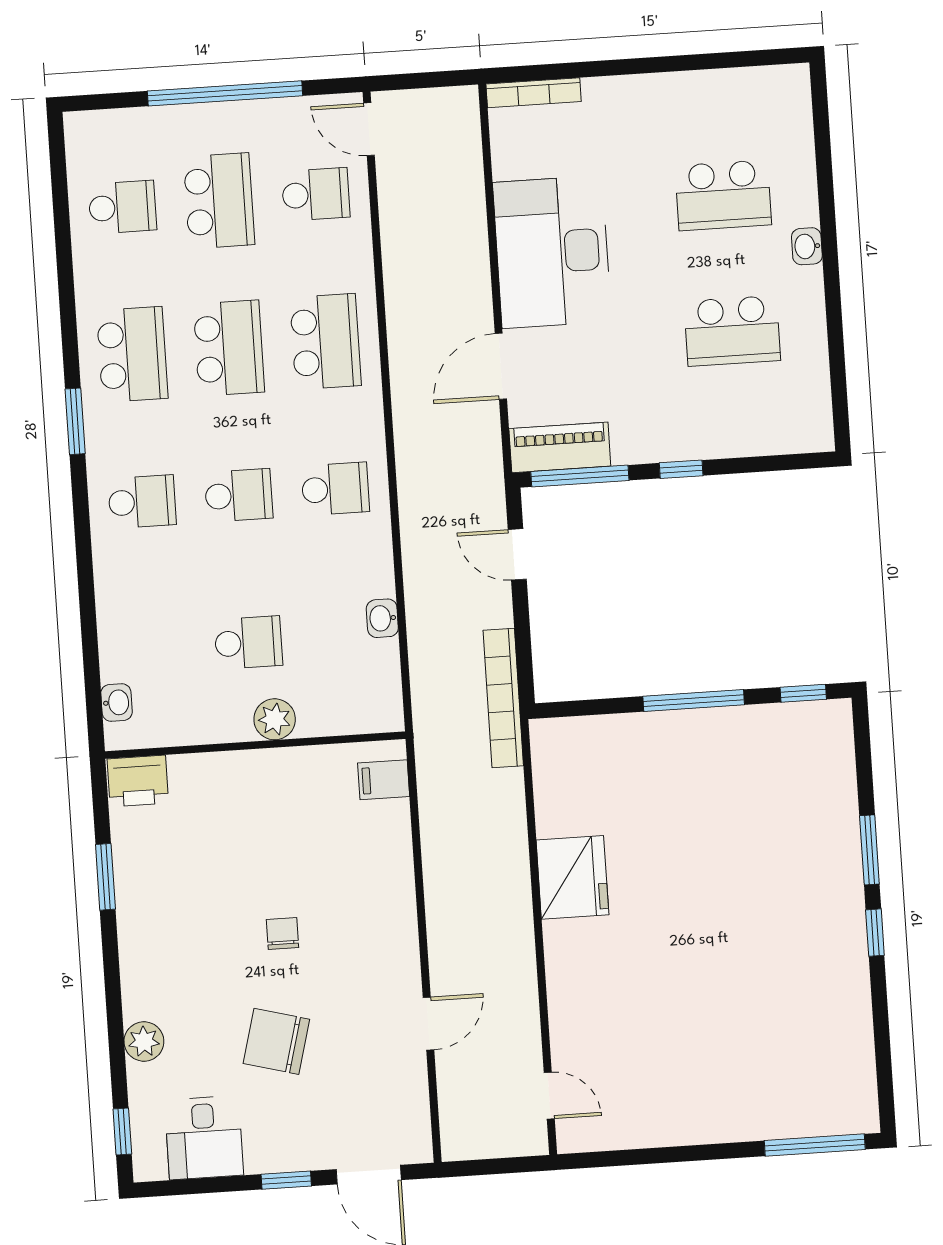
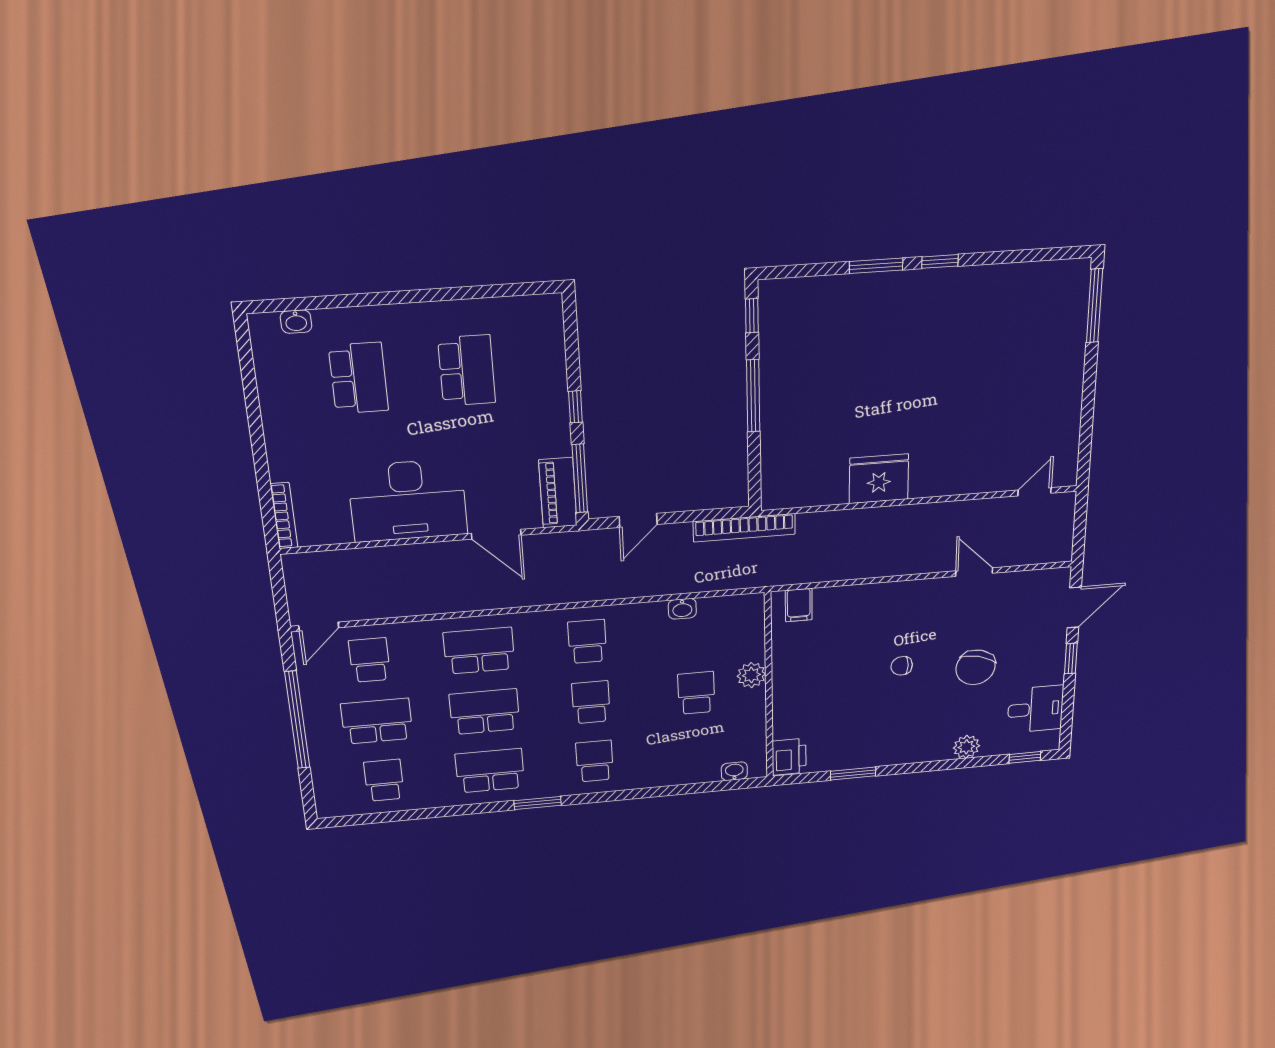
washbasin: (807, 246) -> (296, 322), moved

